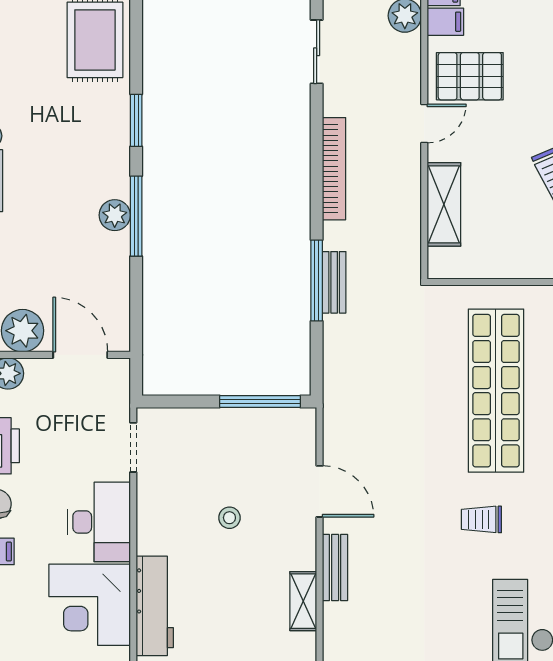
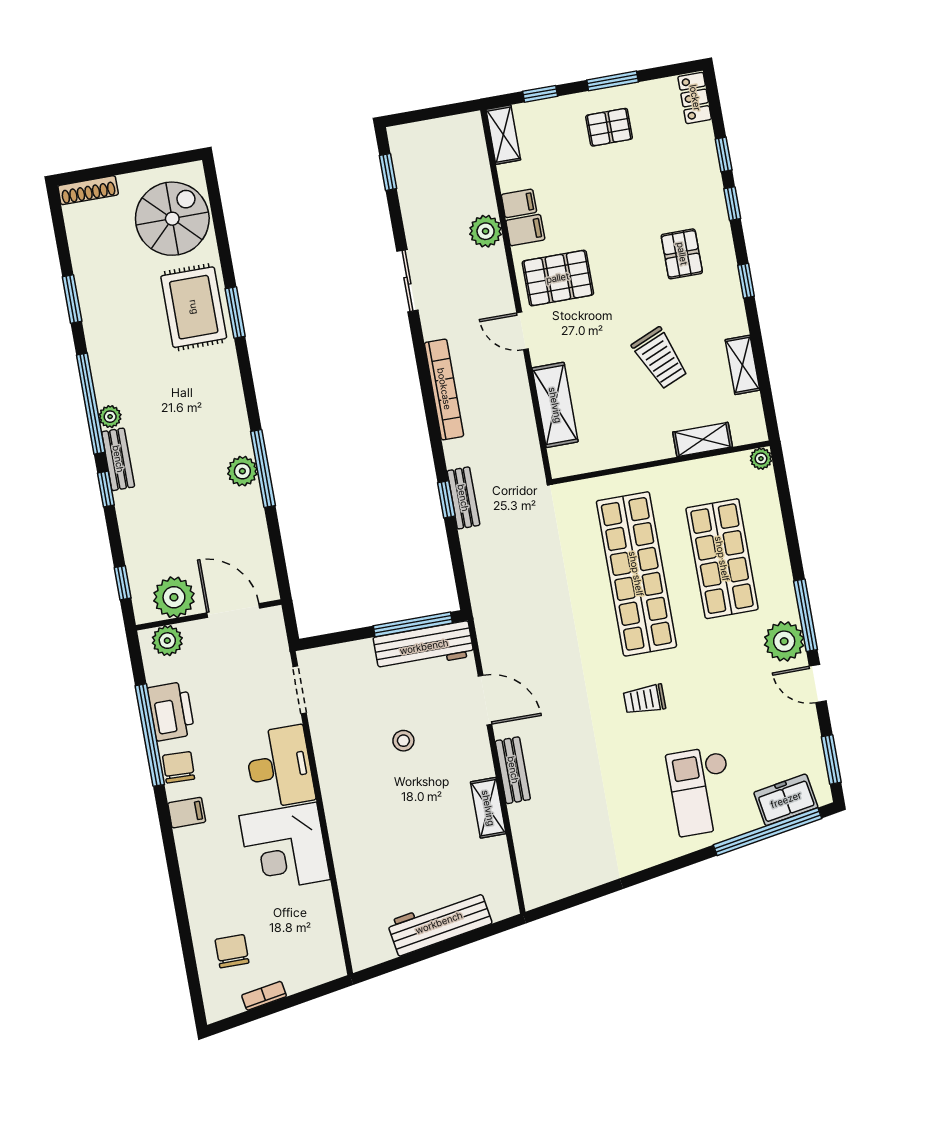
window: (136, 120) -> (235, 313), moved
door: (424, 123) -> (523, 331), swing flipped
window: (317, 281) -> (446, 499), width x0.46
workbench: (155, 606) -> (424, 647), moved, turned 90

